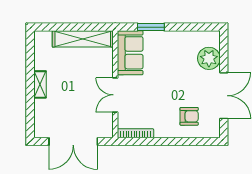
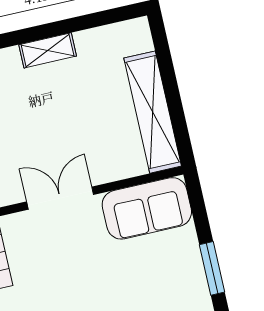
window: (151, 27) -> (212, 268), moved

